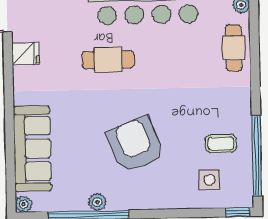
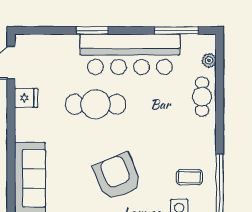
cafe table: (108, 60) -> (96, 104), width x1.37, depth x1.35

